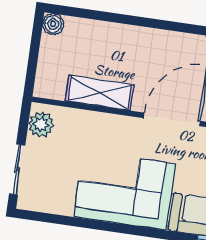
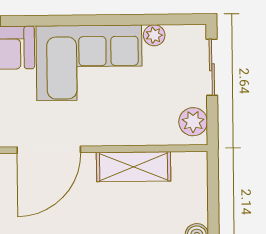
plant: (64, 206) -> (154, 35), added

